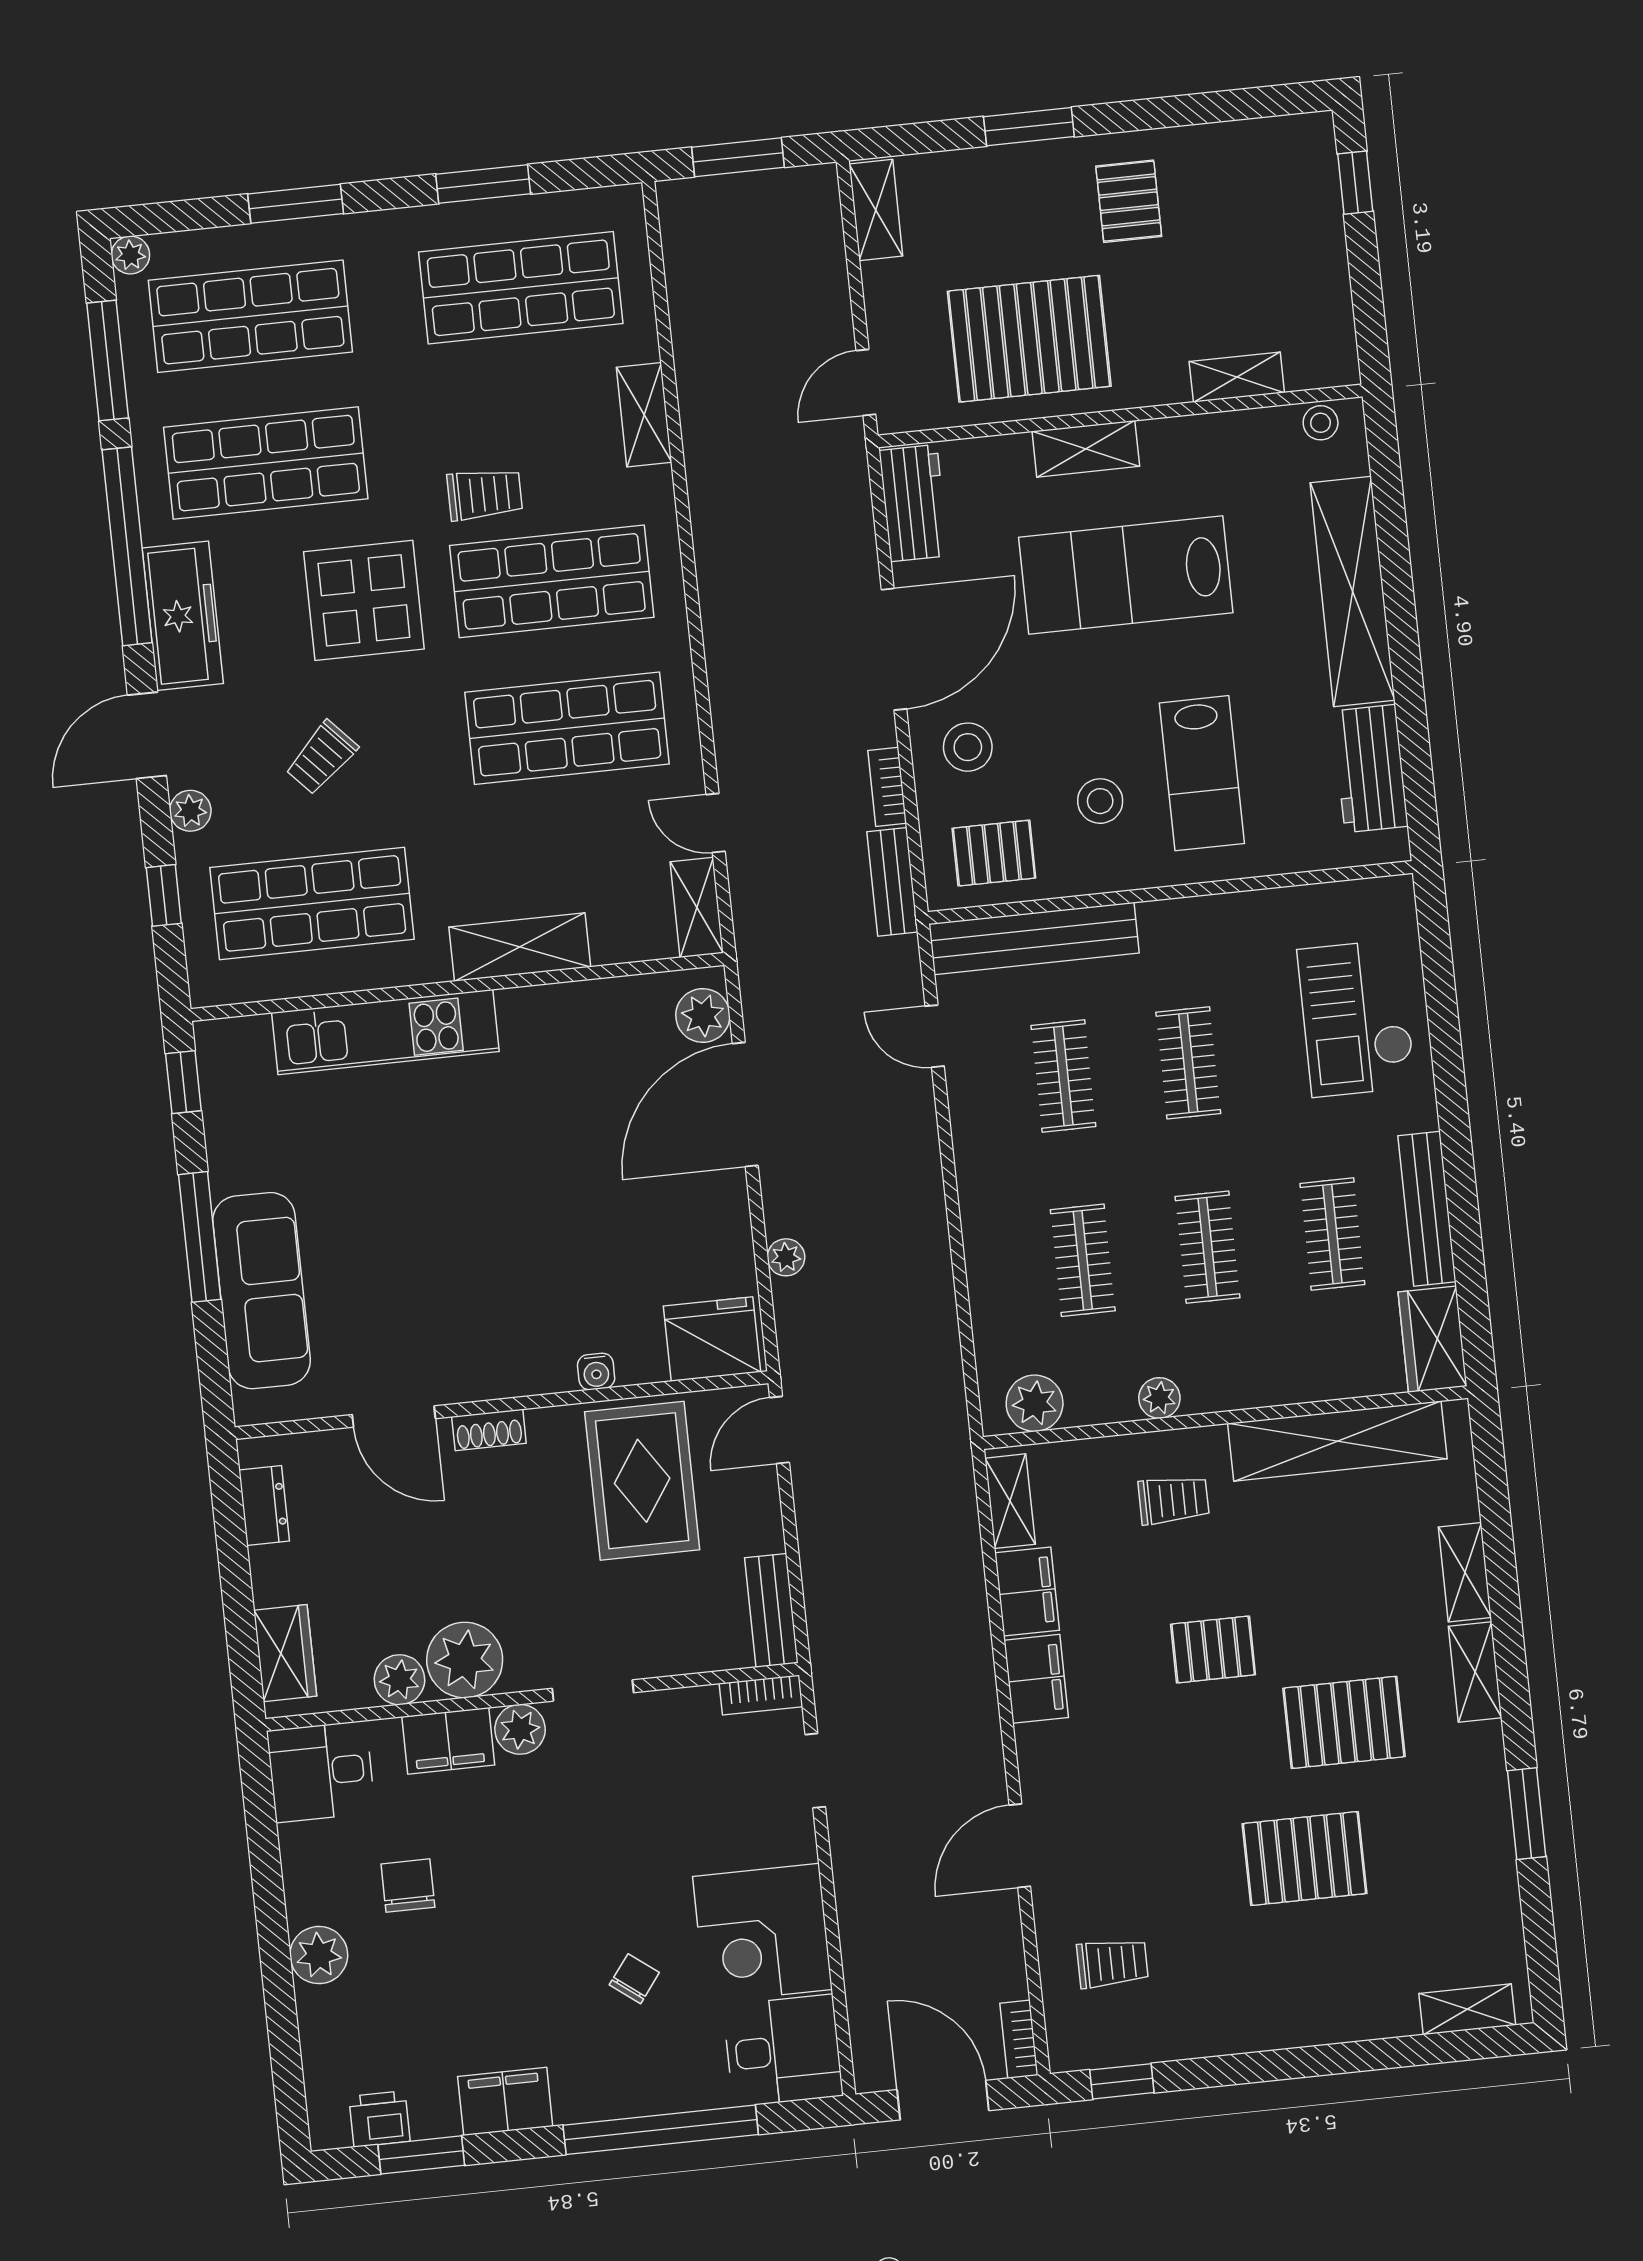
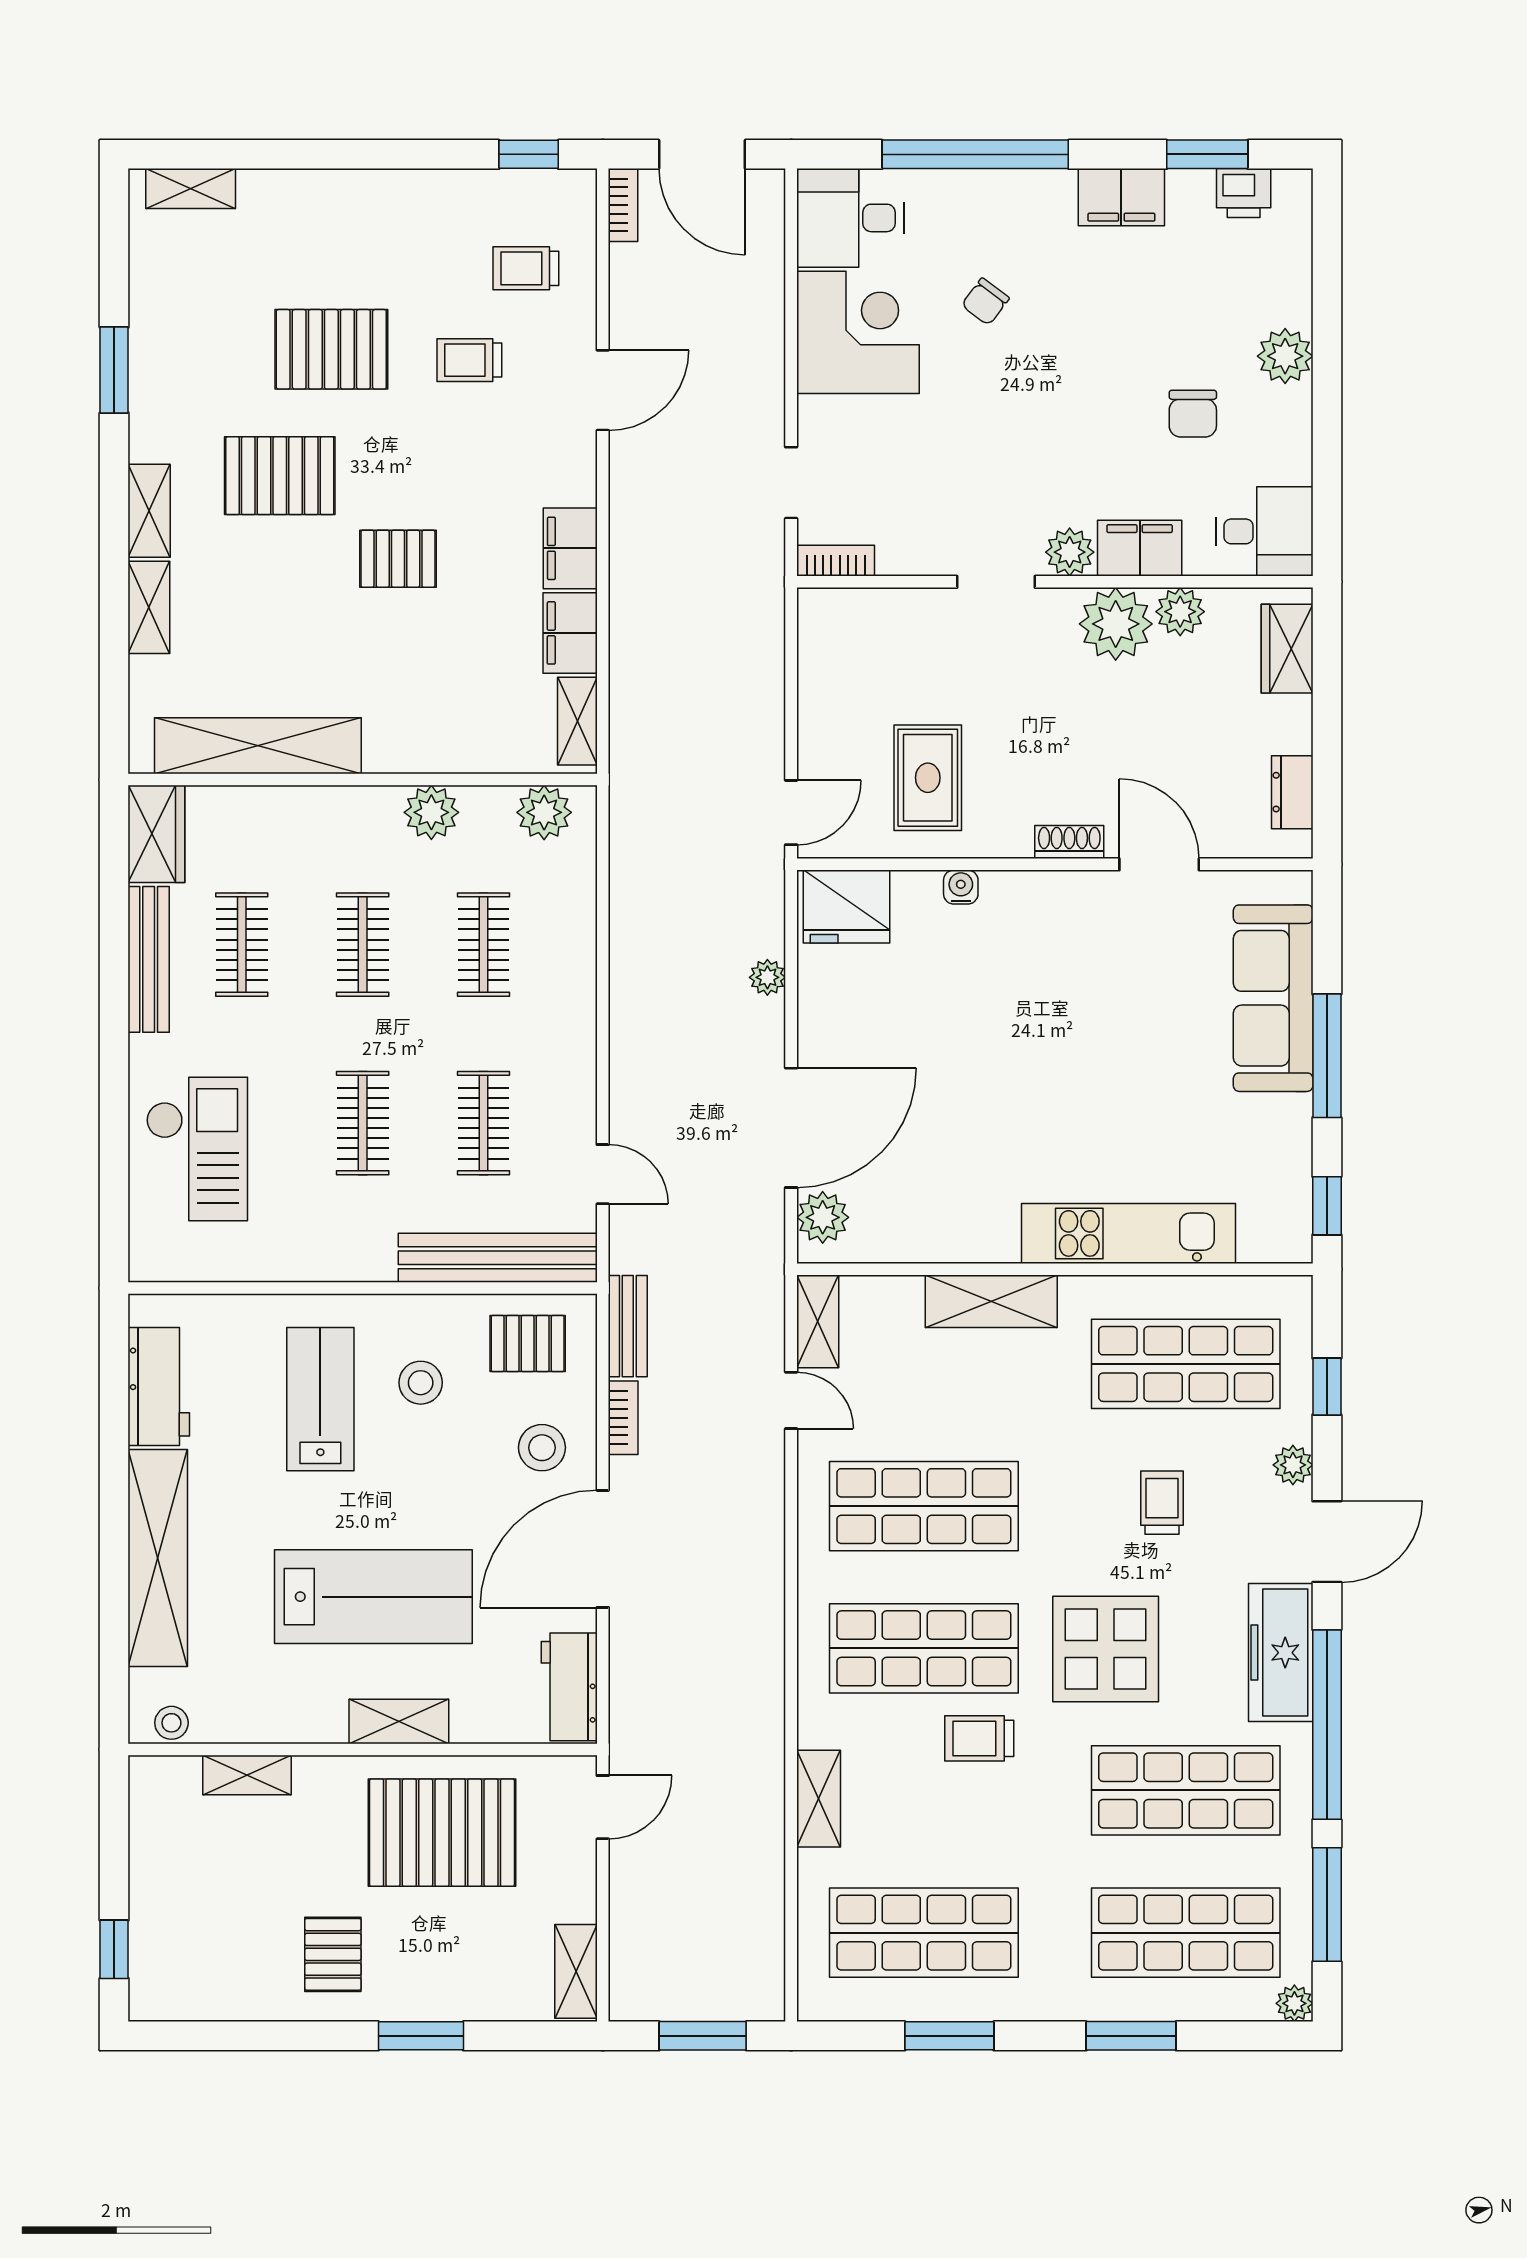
trolley: (322, 758) -> (1162, 1503), turned -47
plant: (1159, 1398) -> (431, 812), width x1.38, depth x1.38
rug: (642, 1481) -> (928, 778), width x0.73, depth x0.70
trolley: (1174, 1500) -> (469, 360), moved
bench: (771, 1610) -> (817, 641), removed

